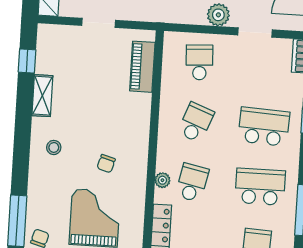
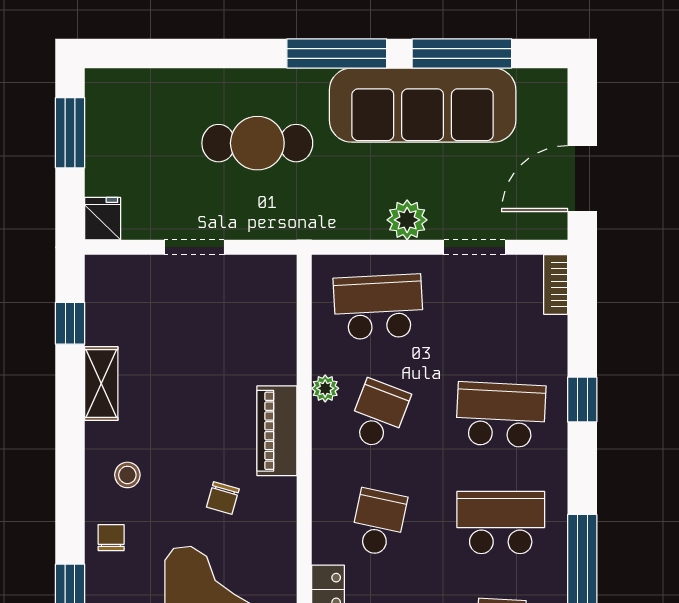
school desk: (199, 62) -> (378, 307), width x1.85
piano: (142, 67) -> (277, 431), moved
plant: (162, 180) -> (325, 388), moved
chair: (43, 182) -> (111, 538), added

